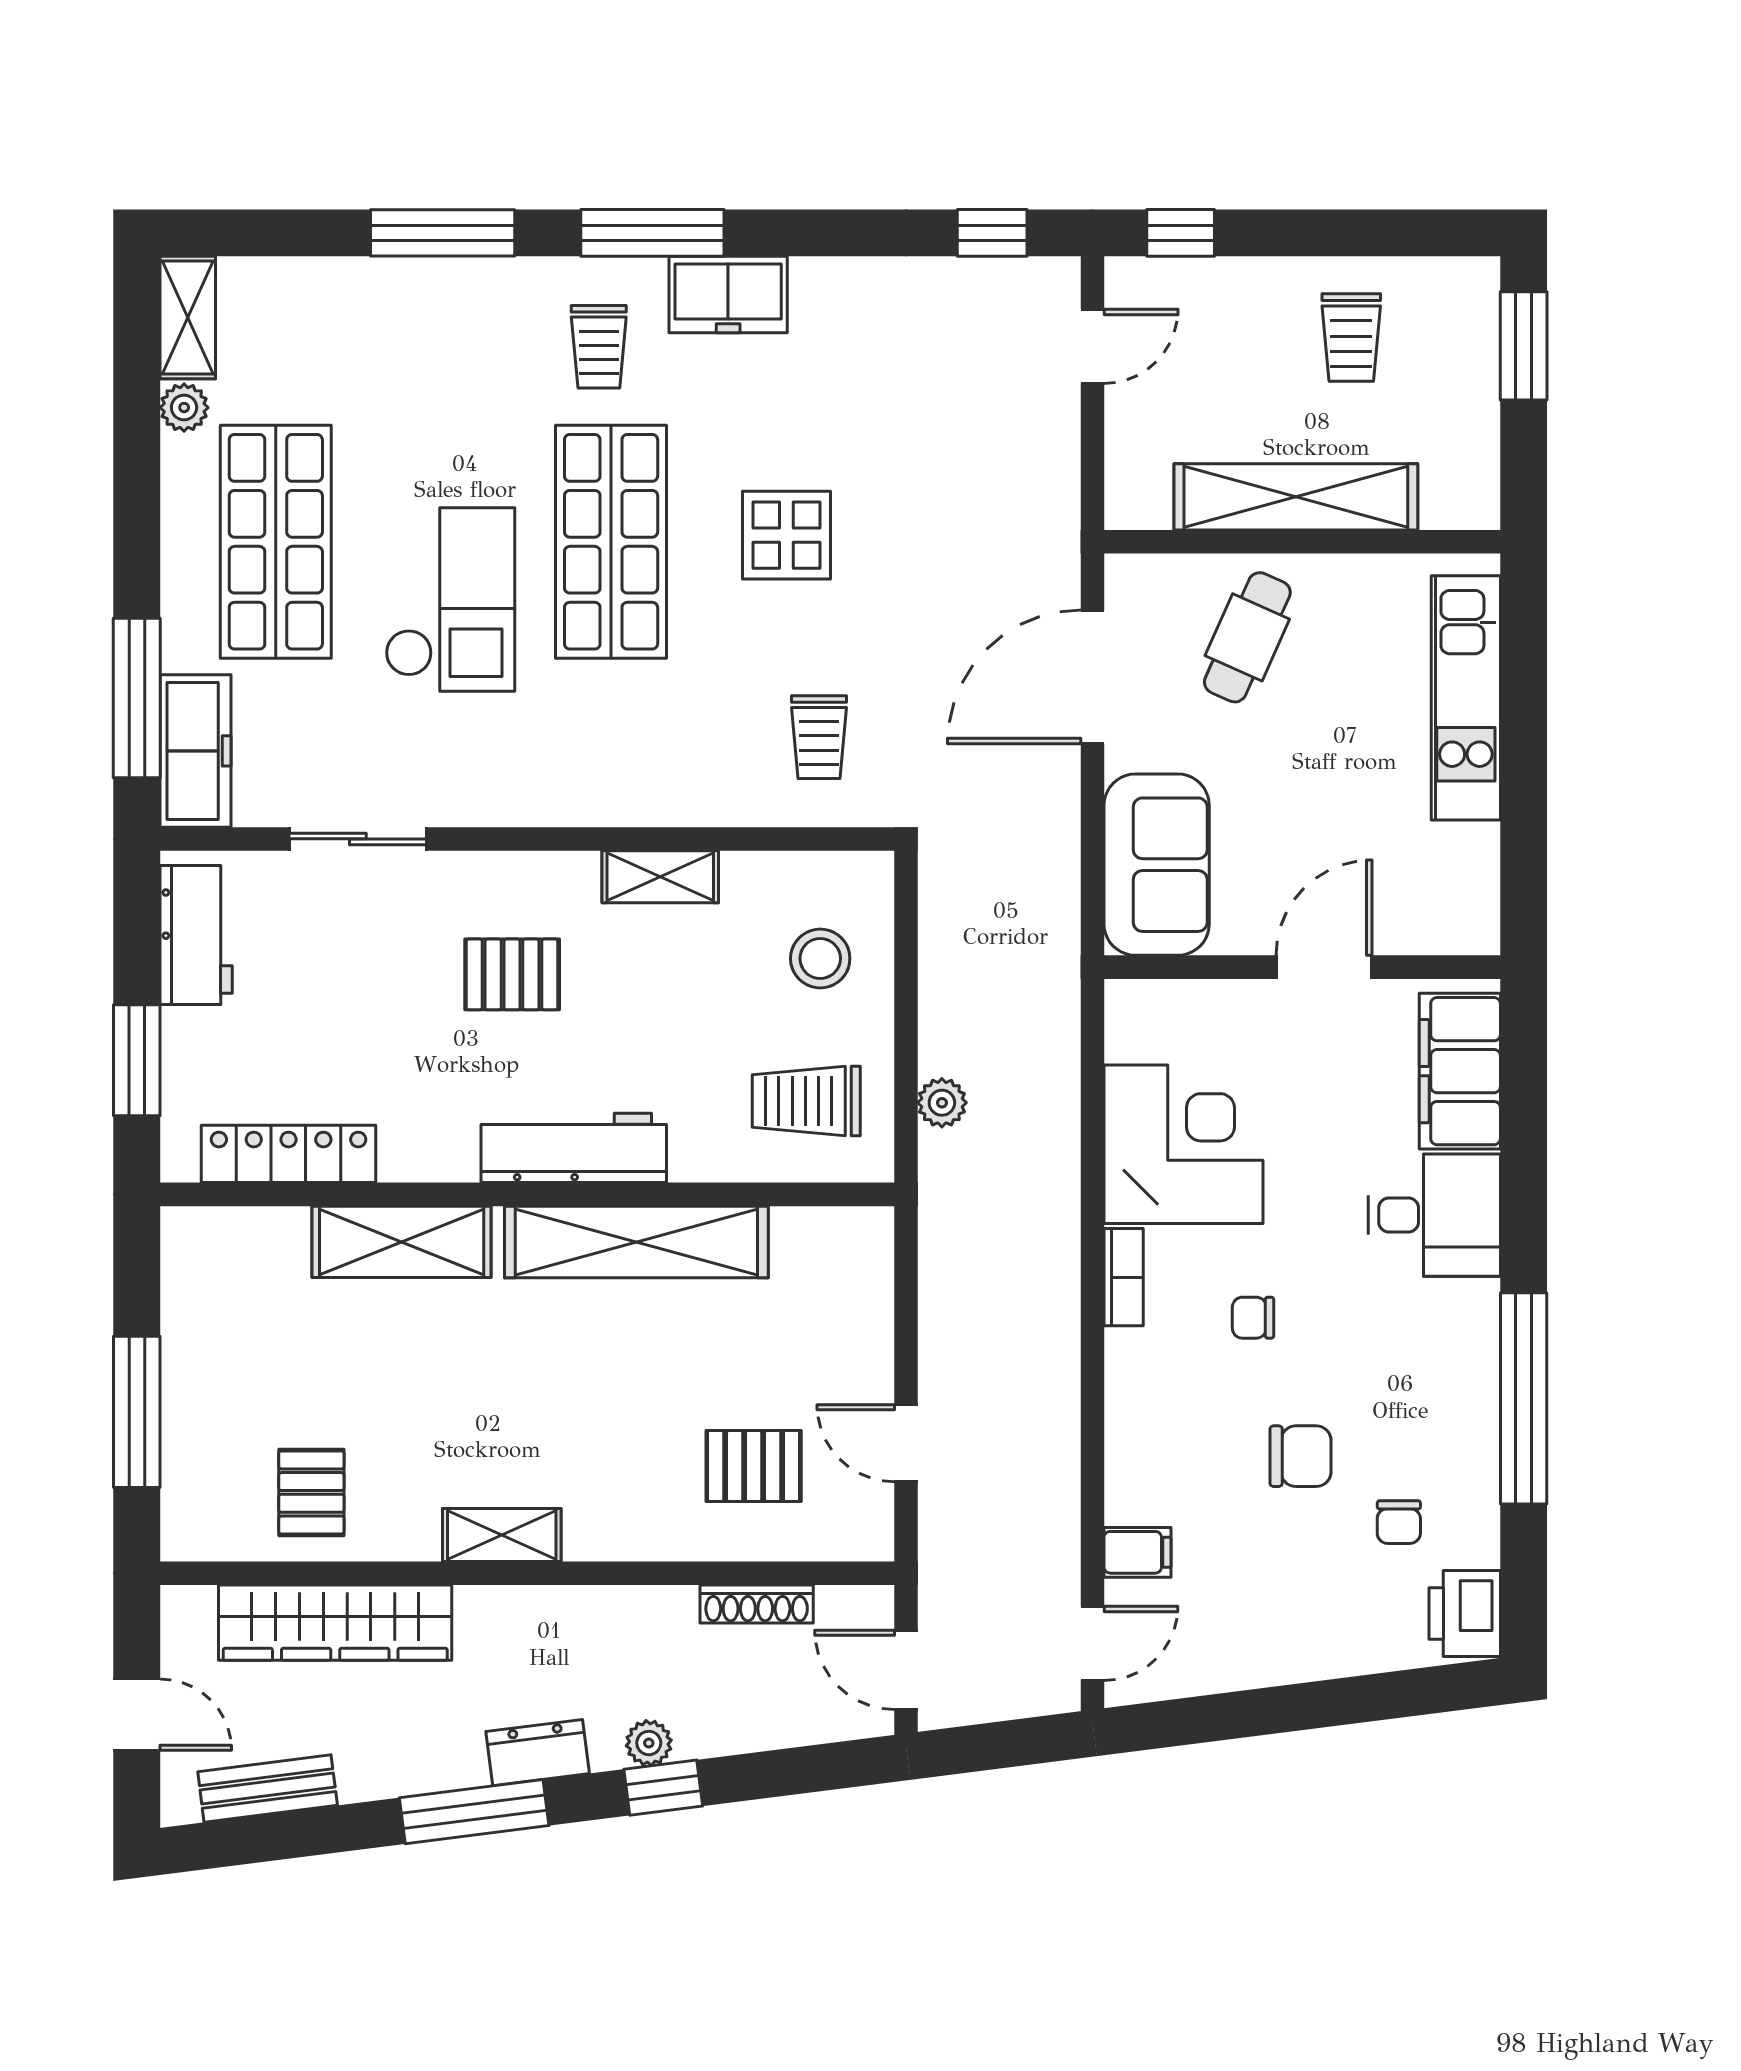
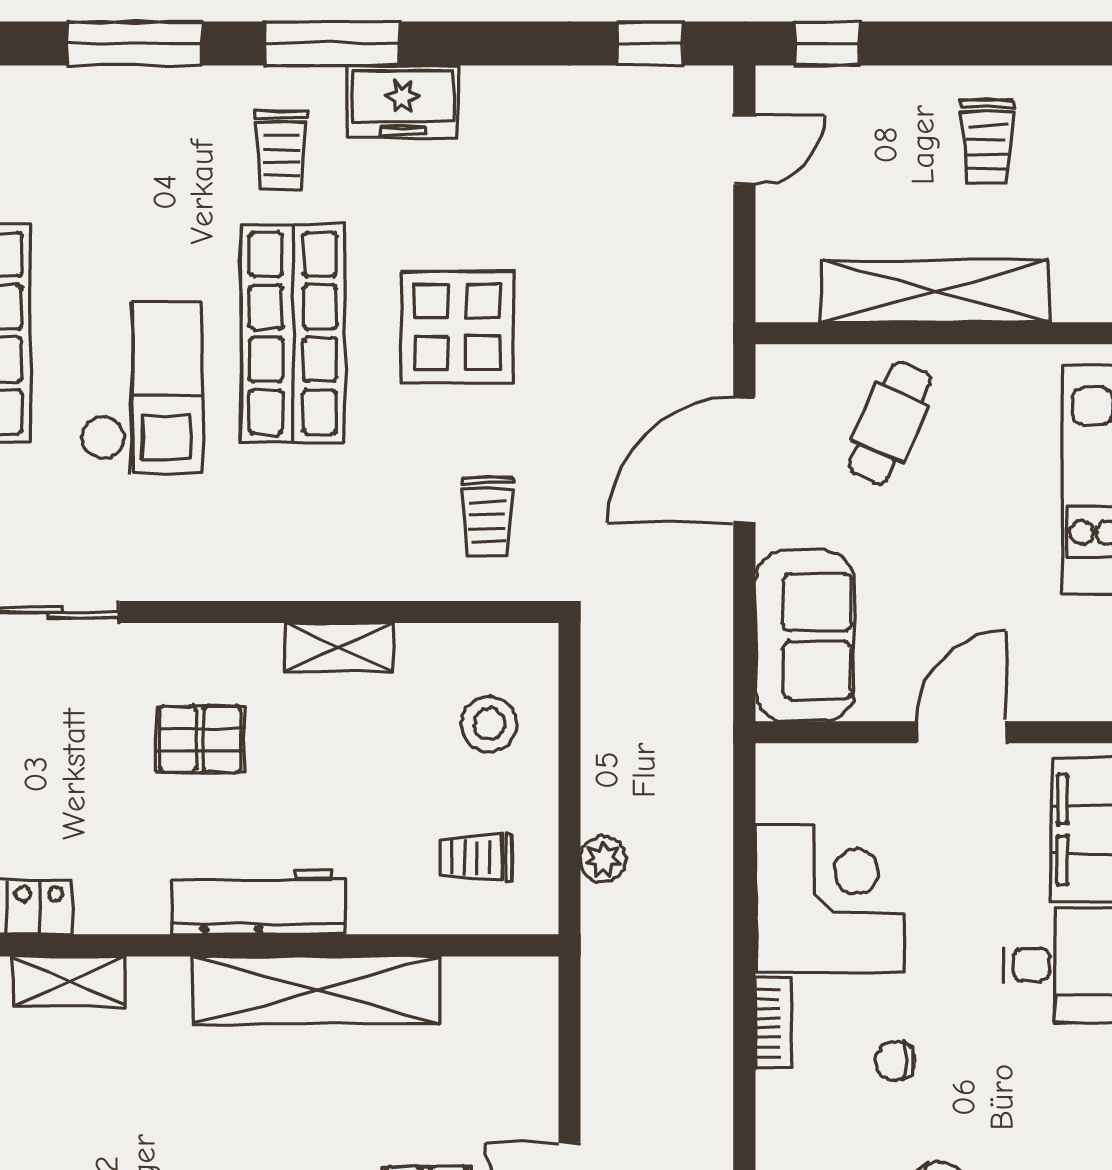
display table: (786, 535) -> (457, 327), width x1.36, depth x1.36
trolley: (806, 1101) -> (476, 858), width x0.73, depth x0.72
shelving: (402, 1242) -> (68, 981), width x0.67, depth x0.75

